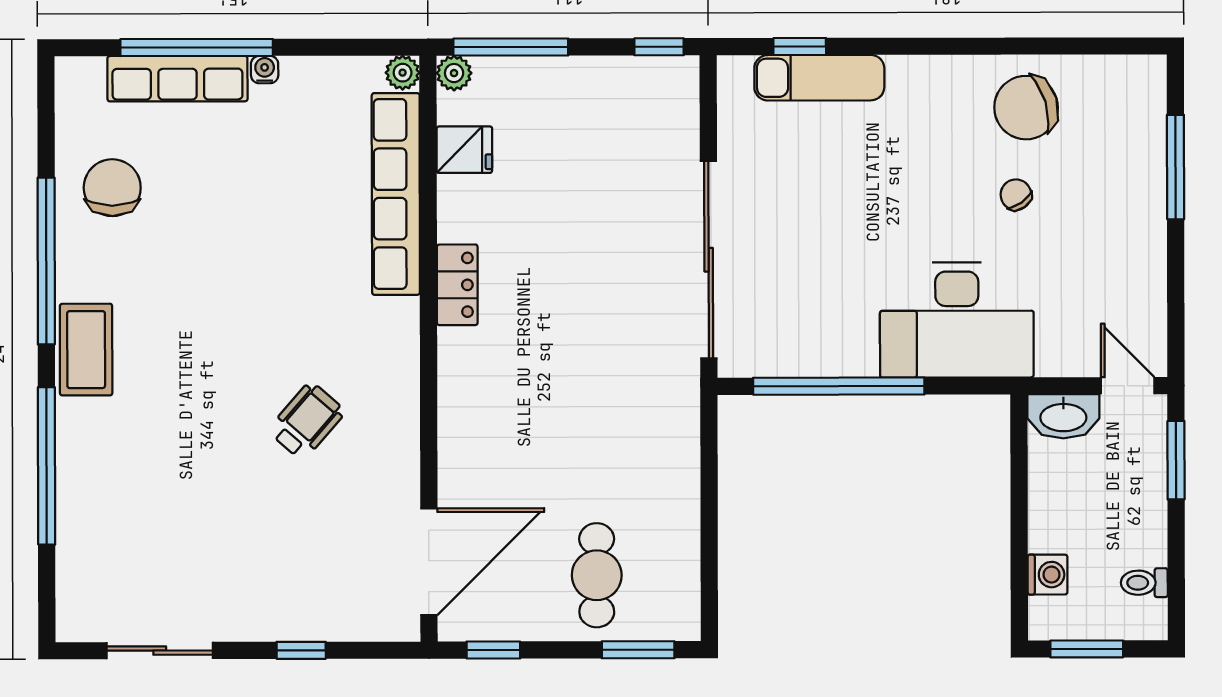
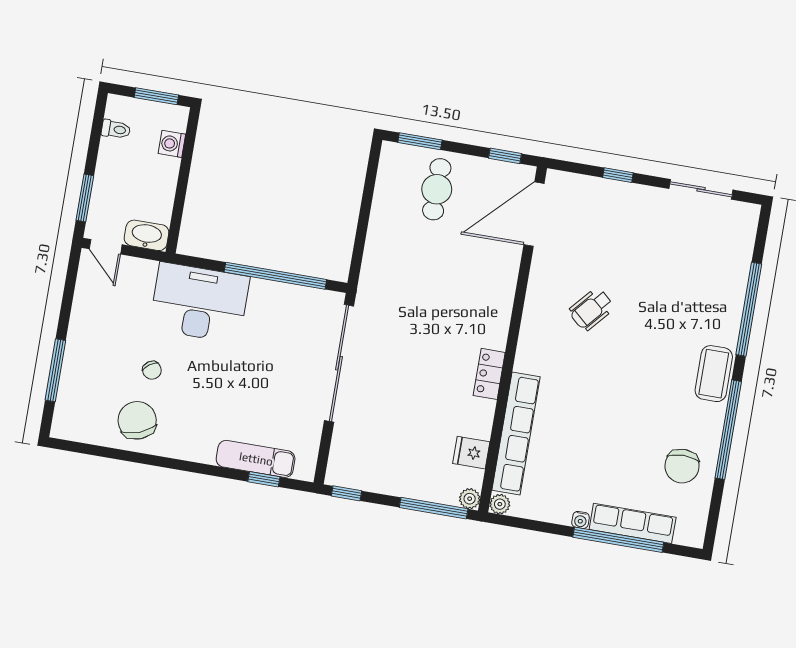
chair: (1026, 108) -> (137, 420), turned -94

